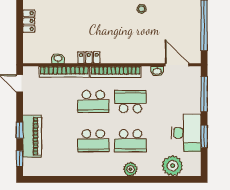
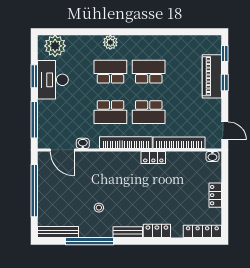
washbasin: (58, 58) -> (212, 156), moved
school desk: (93, 102) -> (149, 112), turned 180
plant: (173, 166) -> (55, 46), moved

